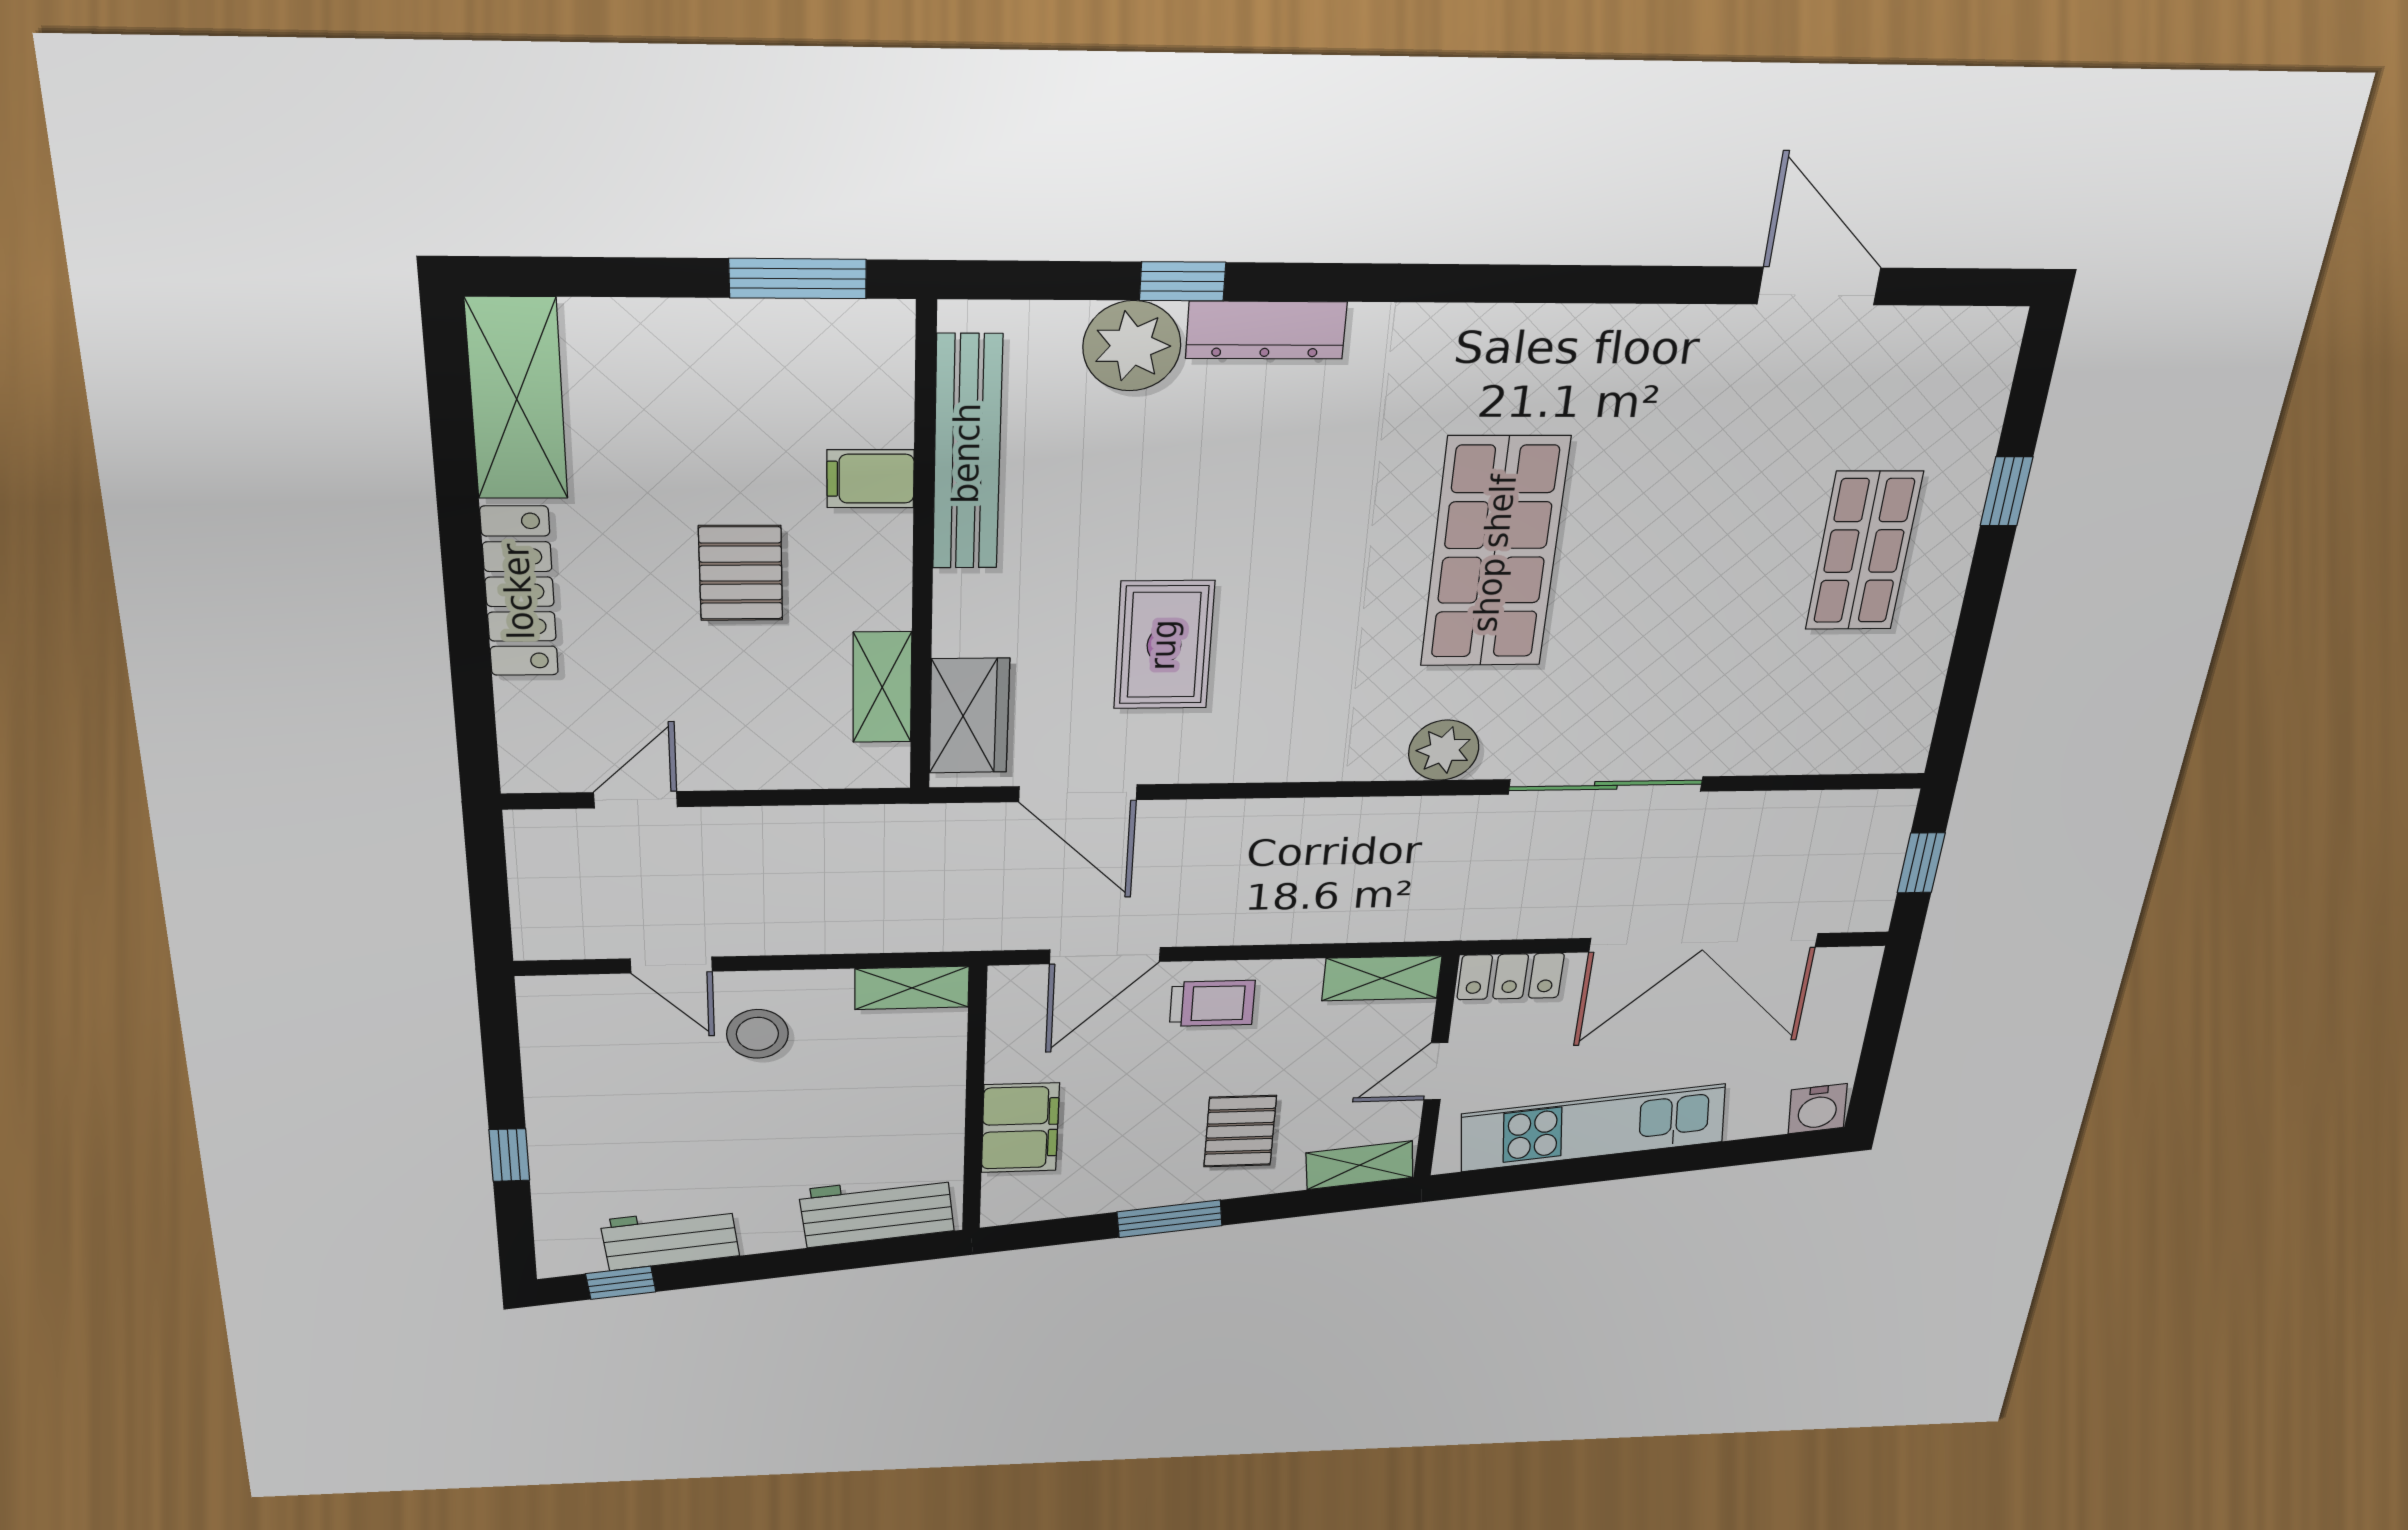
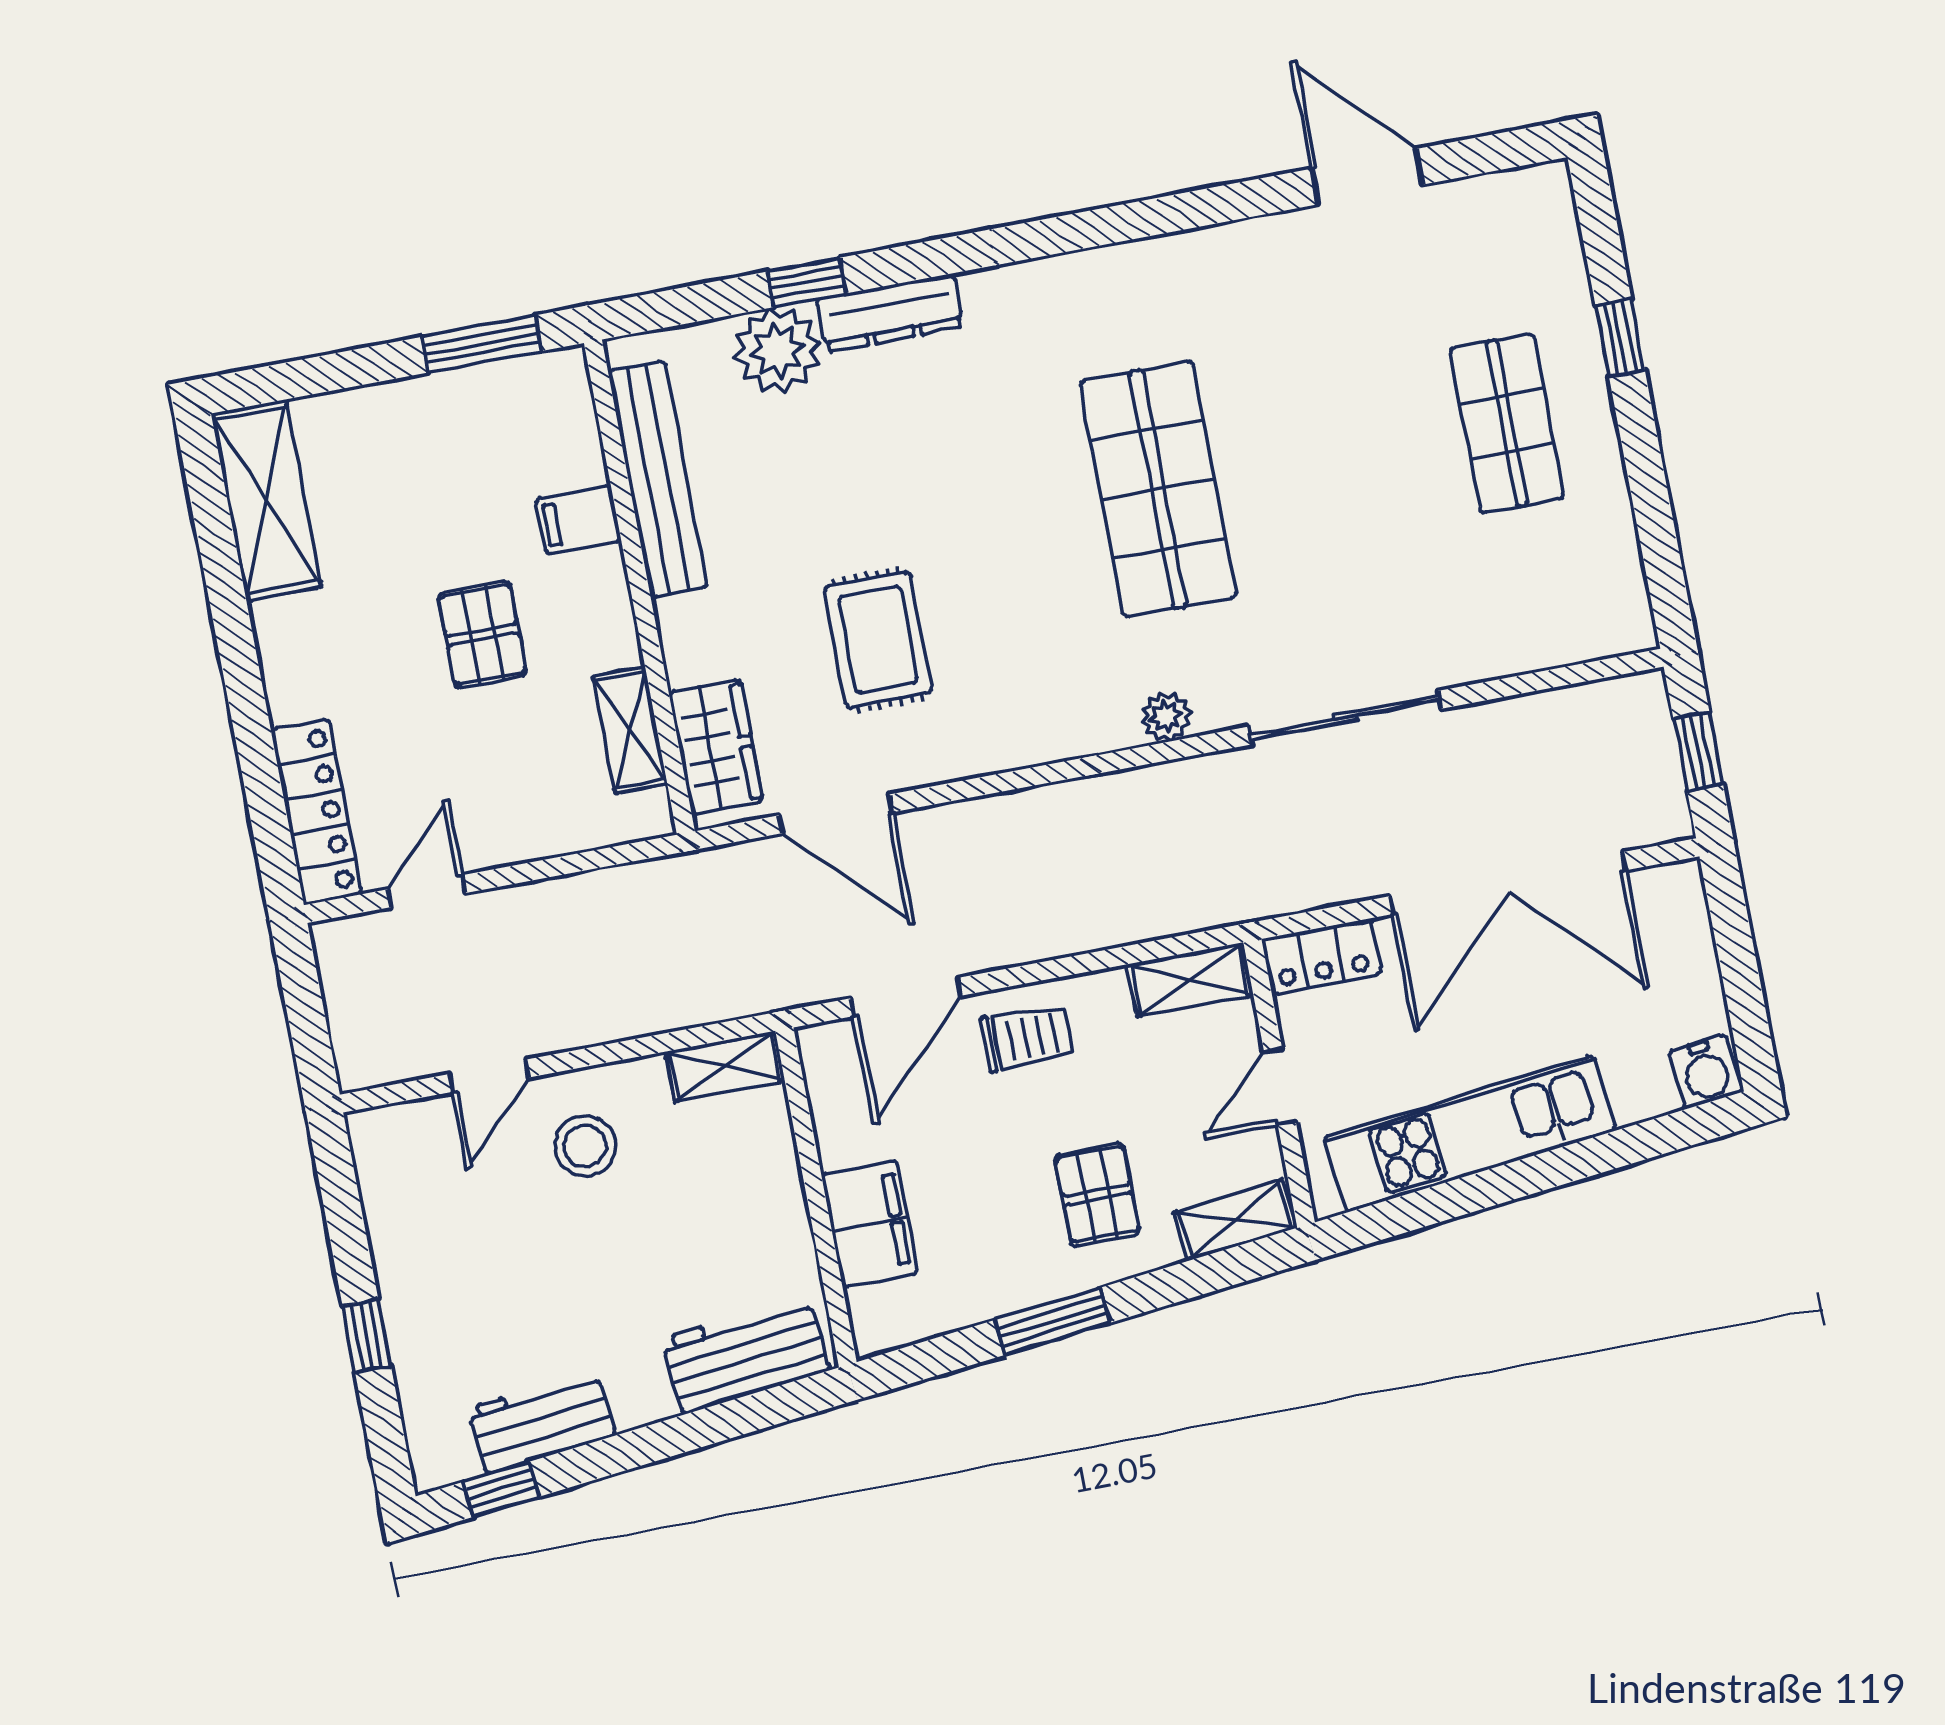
locker: (519, 592) -> (316, 812), moved
plant: (1444, 750) -> (1166, 717), width x0.73, depth x0.73
door: (671, 965) -> (489, 1076), hinge flipped

